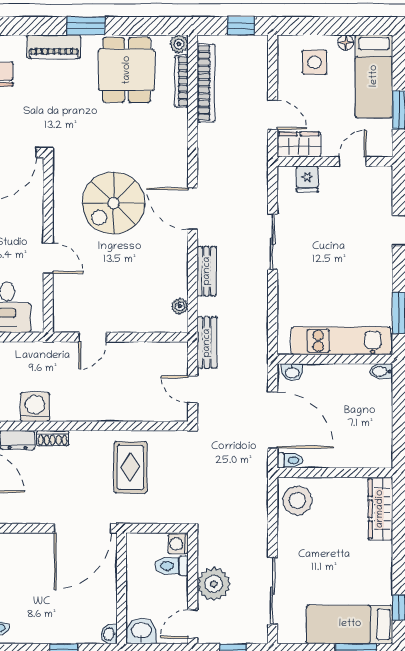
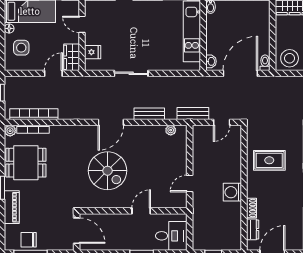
door: (93, 337) -> (190, 184), swing flipped
washing machine: (35, 407) -> (232, 192), moved

